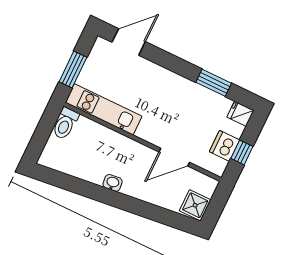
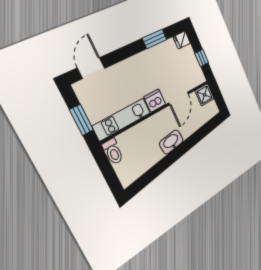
dishwasher: (225, 146) -> (155, 101), moved, turned 90
washbasin: (113, 183) -> (171, 142), width x1.91, depth x1.45
shower: (195, 205) -> (205, 95), moved

